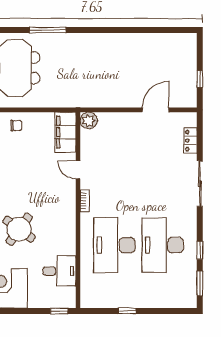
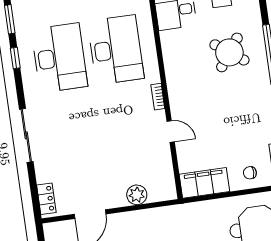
plant: (89, 121) -> (137, 195), moved
filing cabinet: (65, 132) -> (204, 183), moved, turned -90
locker: (190, 141) -> (46, 199), moved

